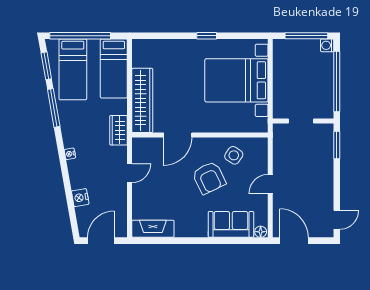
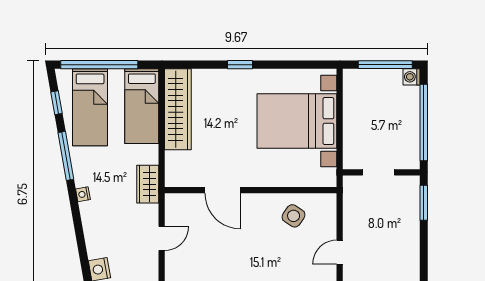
window: (207, 36) -> (240, 65), moved
window: (46, 66) -> (56, 103), width x0.67
wardrobe: (142, 100) -> (178, 109), moved
door: (178, 135) -> (223, 190), hinge flipped
nightstand: (70, 154) -> (83, 194), moved
armchair: (209, 178) -> (262, 244), removed

